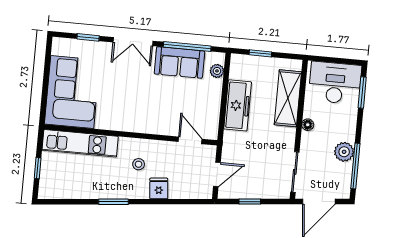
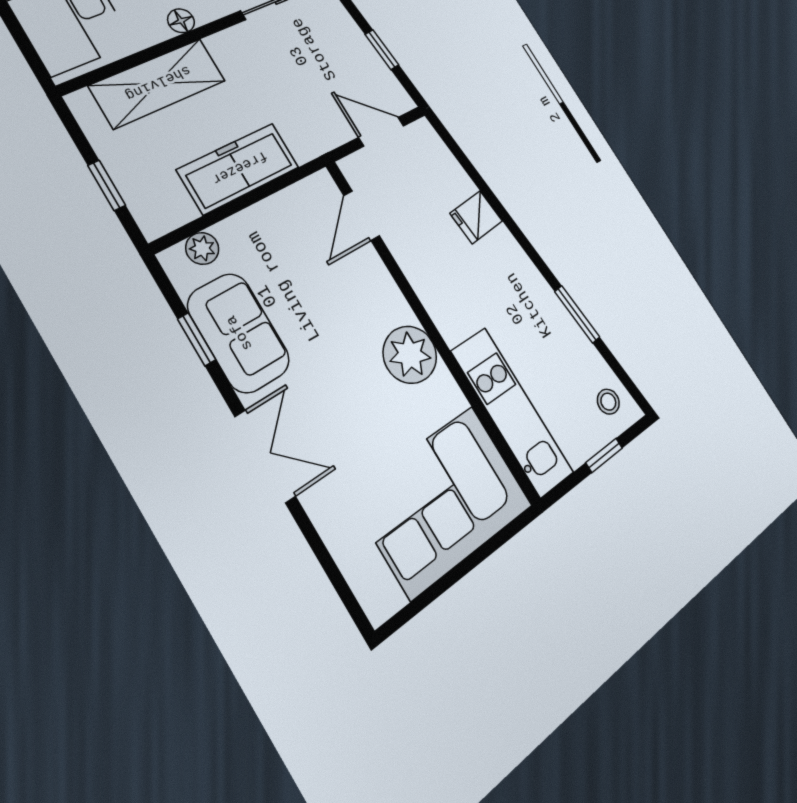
window: (88, 37) -> (323, 555), removed
window: (187, 47) -> (197, 339), width x0.46
plant: (128, 119) -> (410, 355), added
stool: (139, 164) -> (608, 402), moved
window: (113, 202) -> (577, 314), moved

